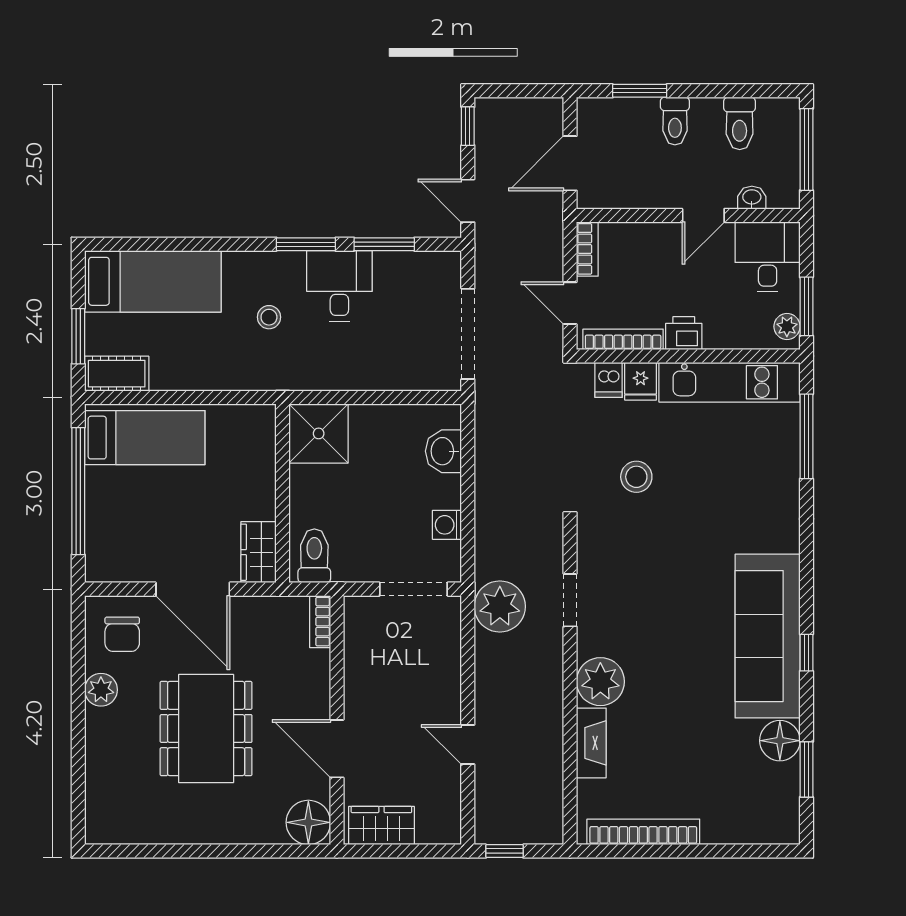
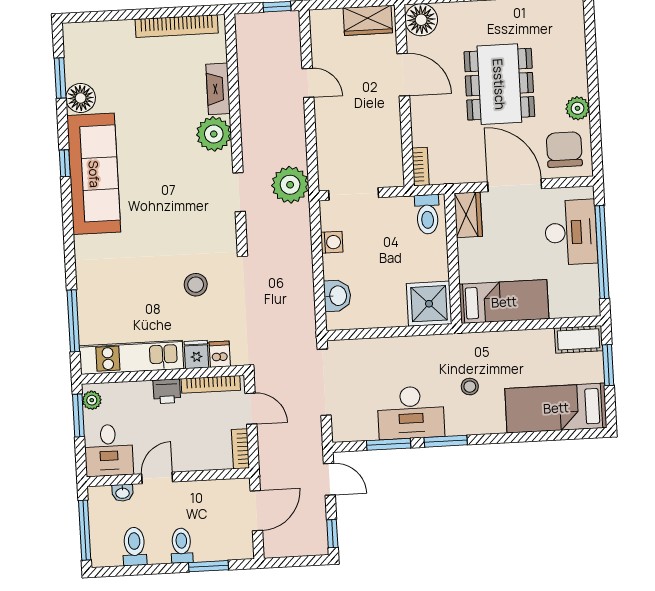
desk: (339, 286) -> (411, 413), width x1.37
bed: (145, 438) -> (504, 302), moved, turned 180
desk: (119, 521) -> (571, 232), added
chair: (122, 634) -> (564, 150), width x1.37, depth x1.37

